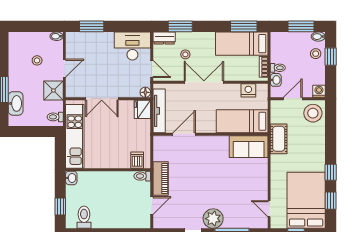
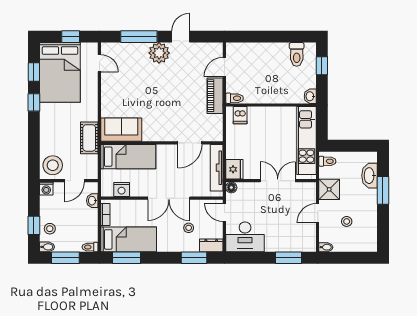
toilet: (278, 68) -> (90, 247), moved

